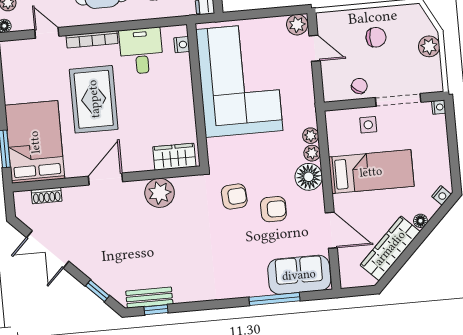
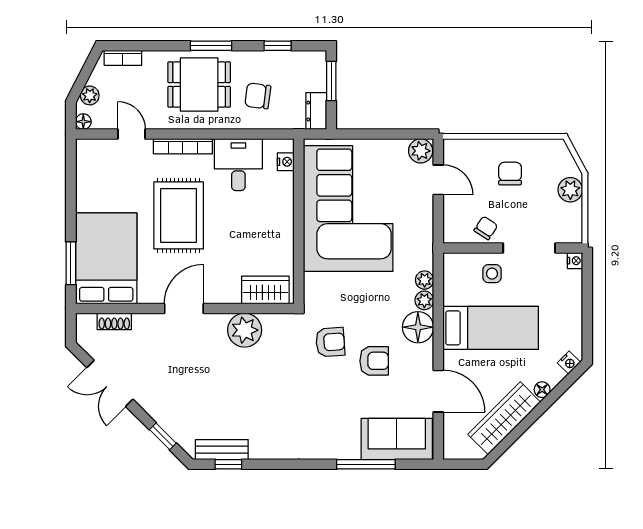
chair: (376, 37) -> (510, 174), turned -90

